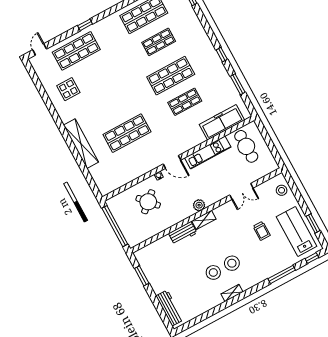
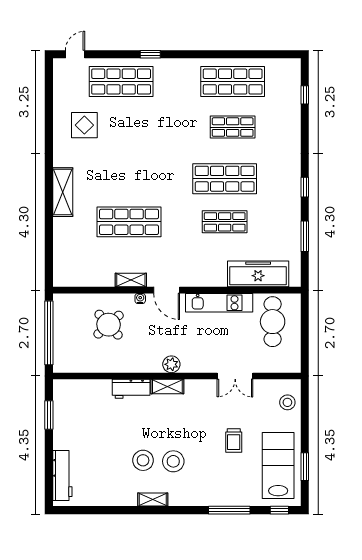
shelving: (81, 144) -> (63, 192), width x0.68
shelving: (147, 168) -> (131, 280), added

